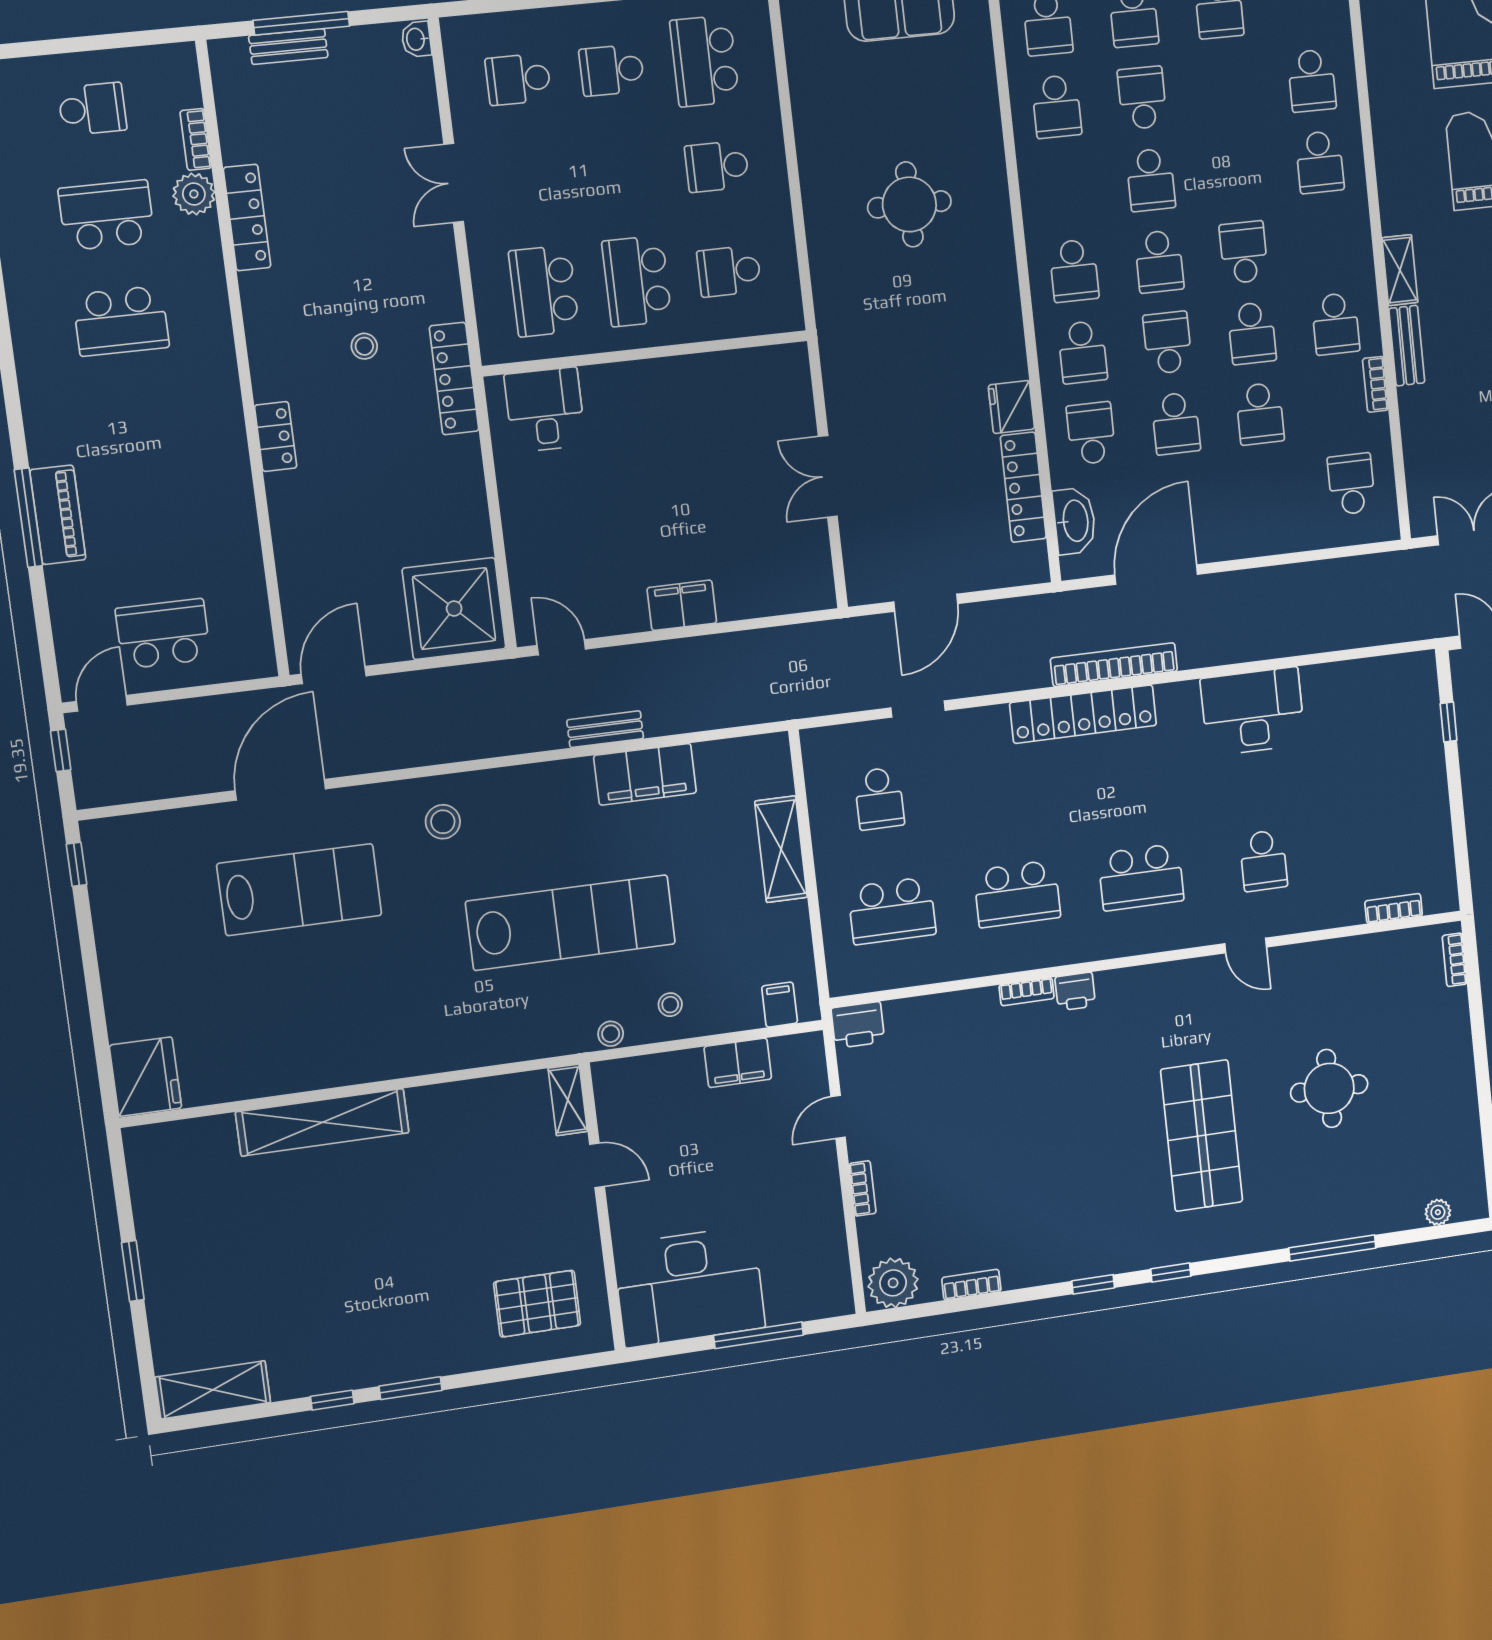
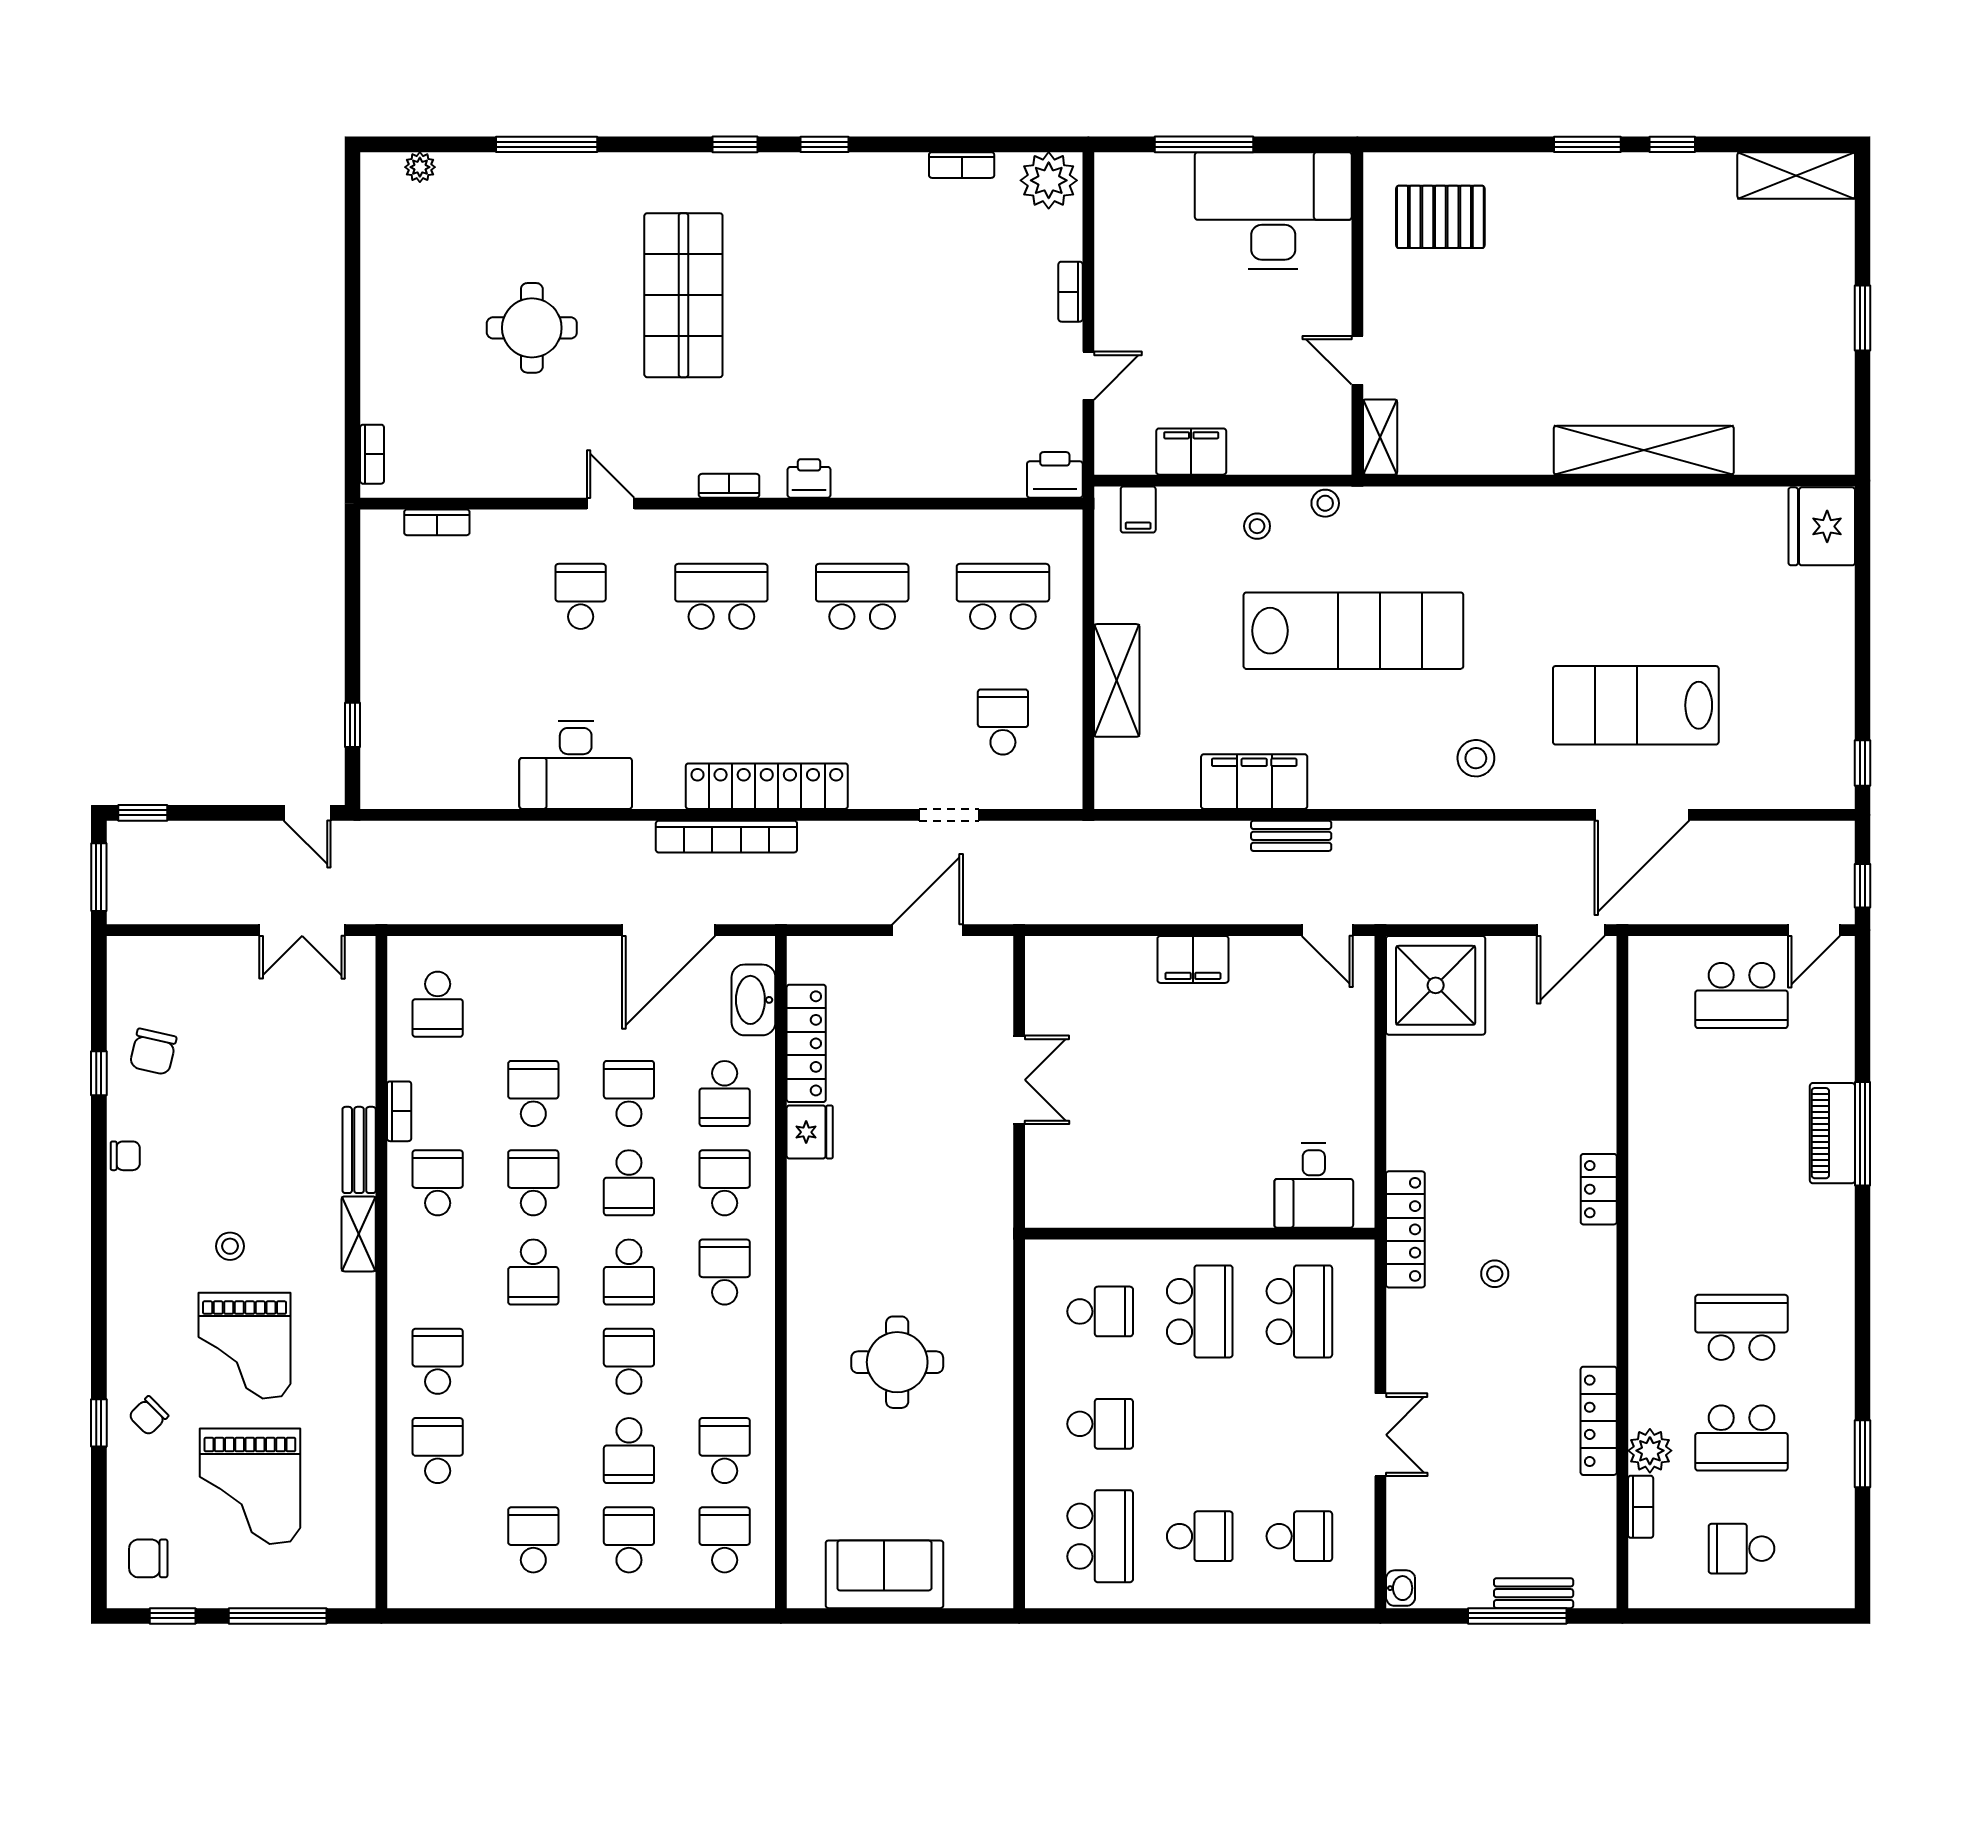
school desk: (1159, 261) -> (629, 1272), turned 180
lab bench: (571, 923) -> (1353, 631), turned 180
bookcase: (1027, 992) -> (729, 486), moved

